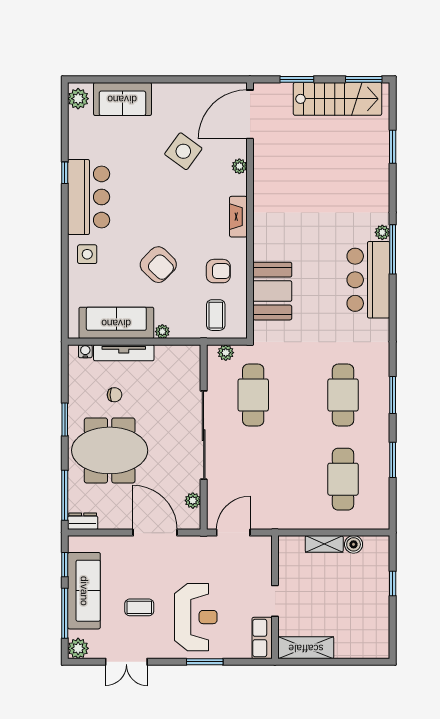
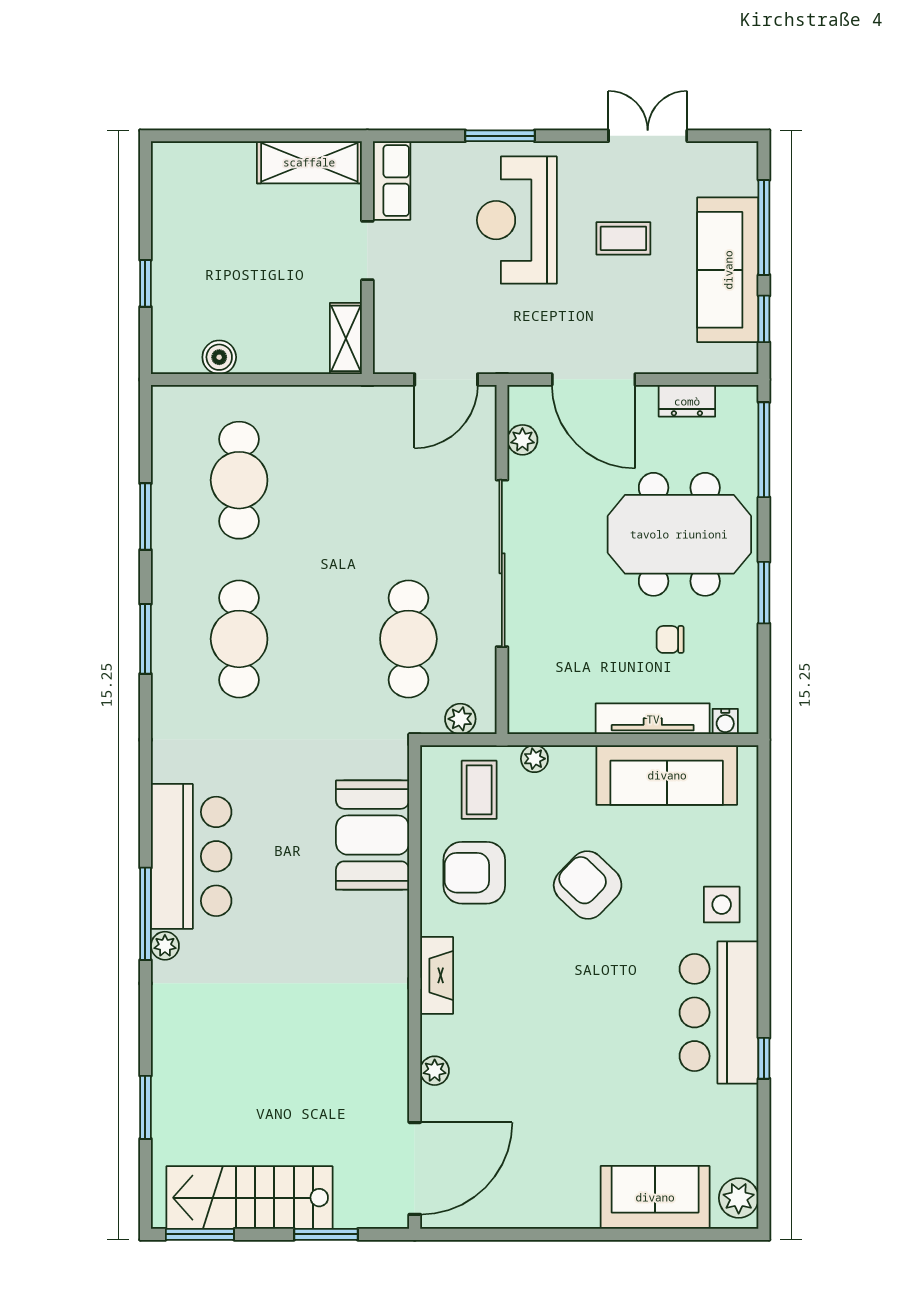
side table: (183, 151) -> (540, 1099), removed
armchair: (218, 271) -> (474, 873), width x1.38, depth x1.38
plant: (162, 332) -> (534, 759), moved
dresser: (83, 521) -> (687, 401), moved
shelving: (324, 544) -> (346, 338), moved, turned 90
plant: (78, 648) -> (739, 161), removed

